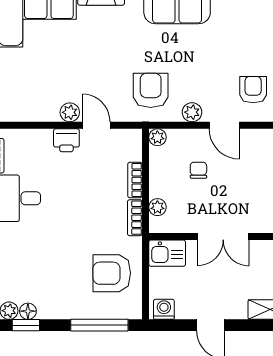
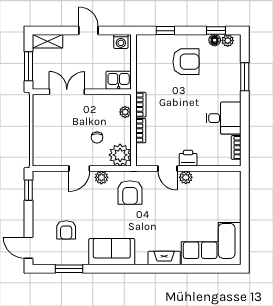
armchair: (253, 90) -> (66, 230), moved
door: (224, 125) -> (79, 168), swing flipped
plant: (157, 137) -> (120, 155), width x1.88, depth x1.88
double door: (223, 237) -> (67, 92), moved
armchair: (112, 273) -> (186, 62), moved
window: (99, 325) -> (165, 31), width x0.46

